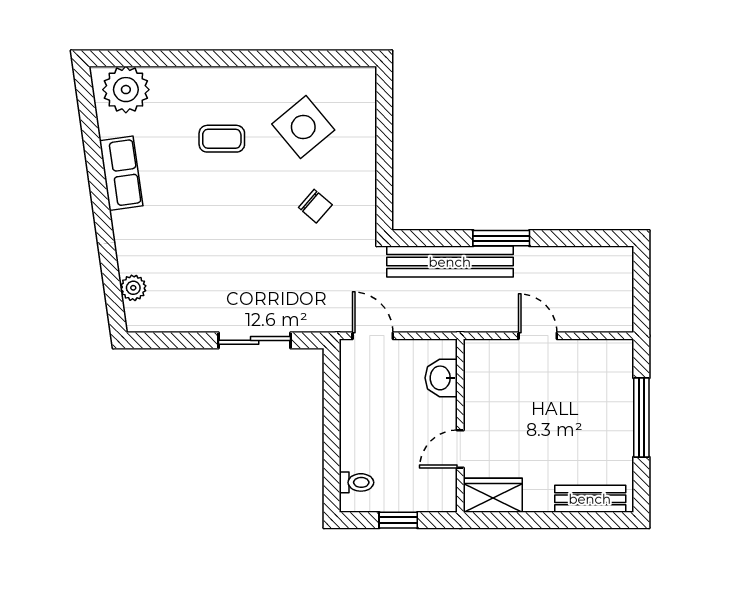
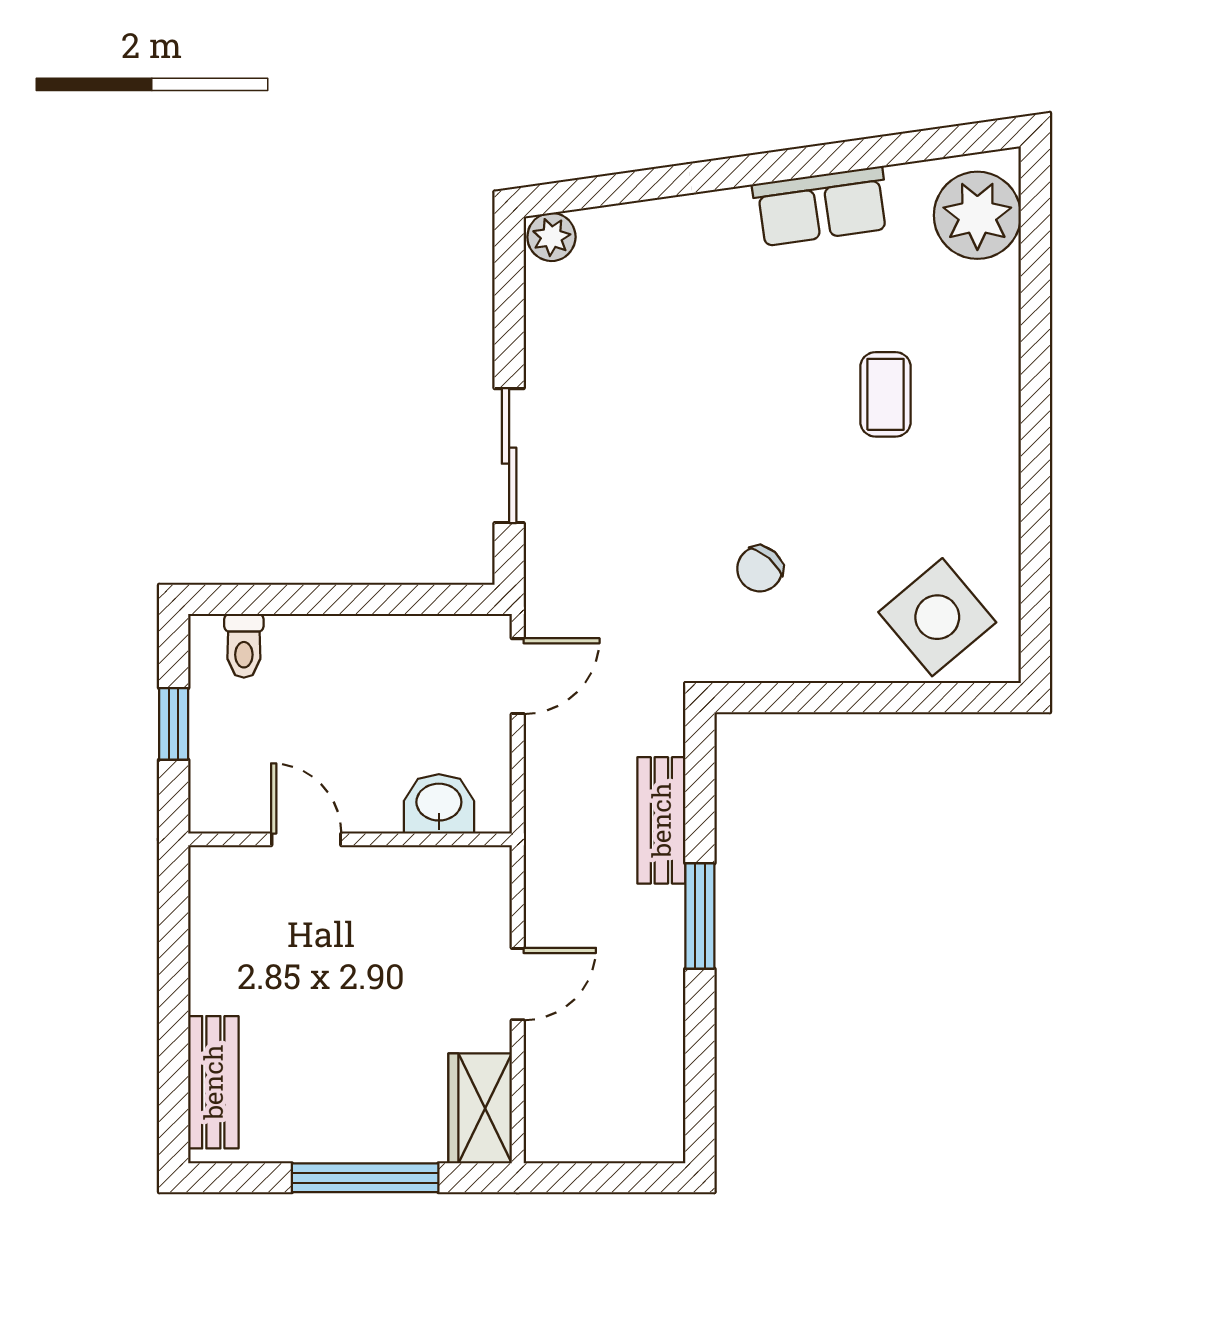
side table: (303, 127) -> (937, 617), moved
bench: (450, 262) -> (661, 820), width x0.54, depth x0.82
plant: (133, 288) -> (551, 237), moved
wardrobe: (493, 495) -> (480, 1108), moved, turned 180

